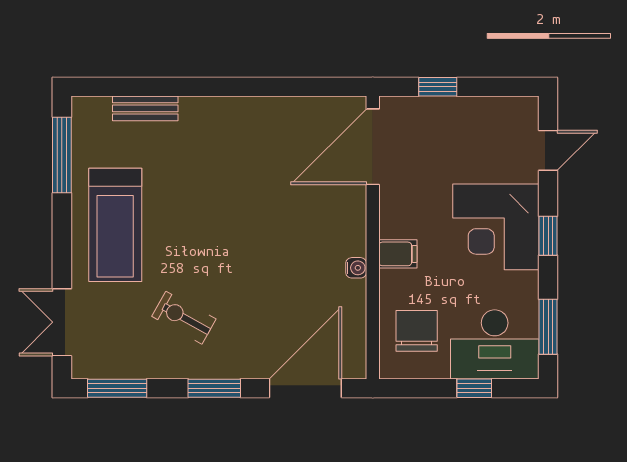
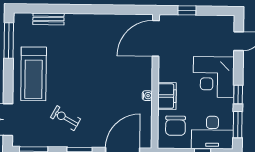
window: (548, 236) -> (238, 94), moved
filing cabinet: (398, 254) -> (167, 96), width x2.00
chair: (417, 331) -> (175, 126), turned 180

